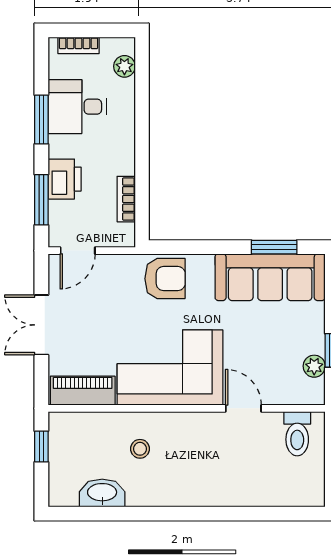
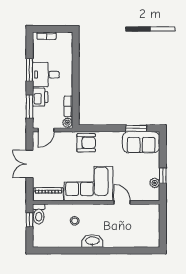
plant: (124, 66) -> (68, 123), moved
desk: (77, 107) -> (46, 75), moved
sofa: (270, 277) -> (141, 142), width x0.73
toilet: (297, 434) -> (39, 214), moved
washbasin: (102, 493) -> (92, 241), moved

